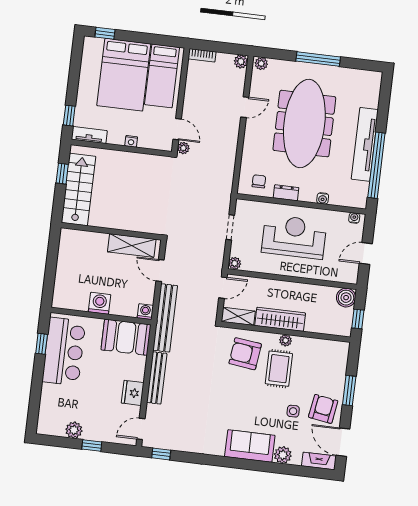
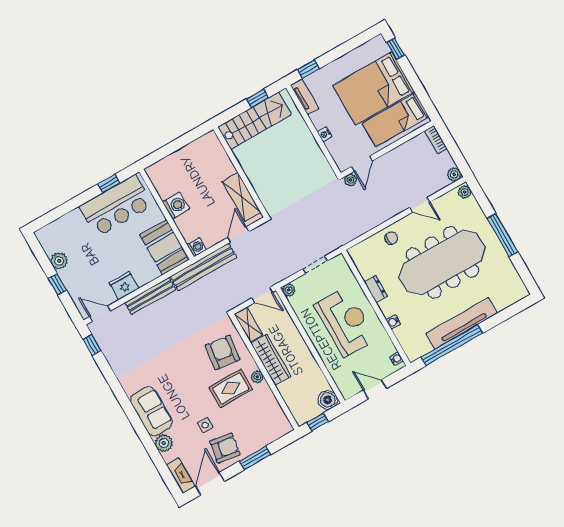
chair: (259, 181) -> (391, 238), moved

